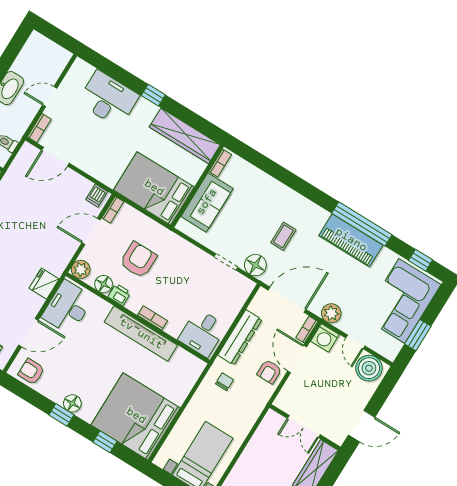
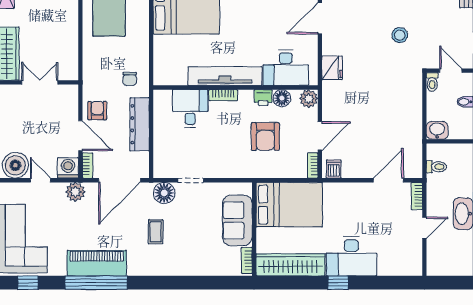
desk: (108, 99) -> (351, 256), moved
desk: (68, 307) -> (286, 68), moved, turned 90
desk: (202, 333) -> (190, 109), moved

